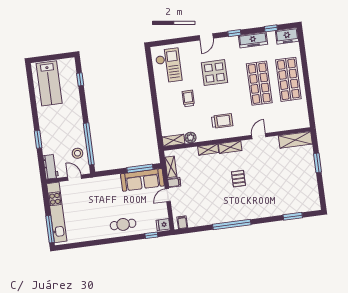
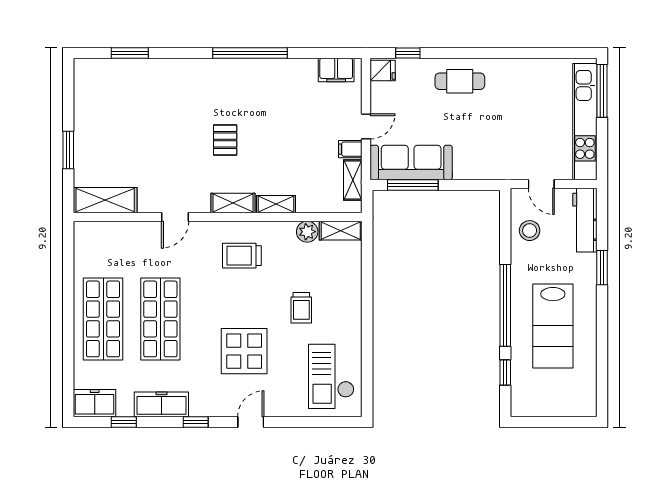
lab bench: (49, 83) -> (553, 326), moved, turned 180
window: (89, 144) -> (505, 305), moved
workbench: (51, 167) -> (585, 220), width x1.37
filing cabinet: (182, 222) -> (336, 70), width x2.00

